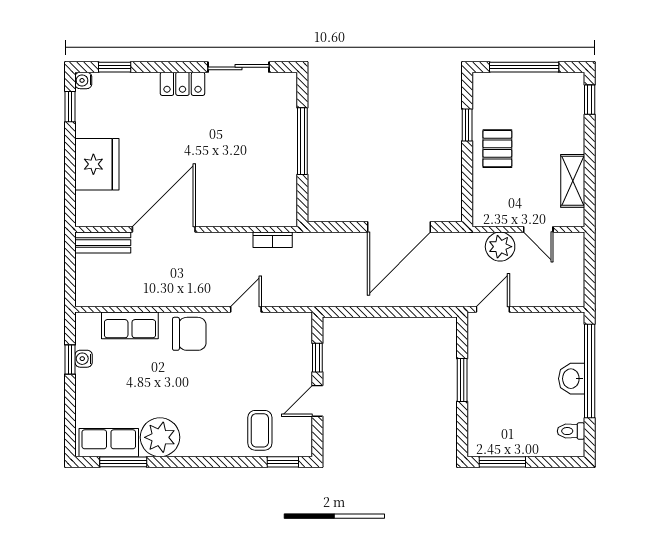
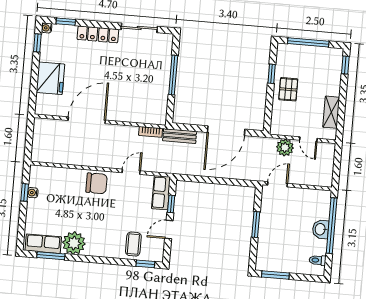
locker: (182, 84) -> (98, 34), width x1.53
bench: (103, 243) -> (180, 136), moved
row of seats: (130, 325) -> (161, 193), moved, turned 90

